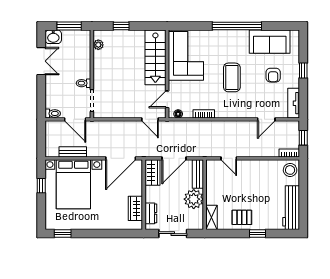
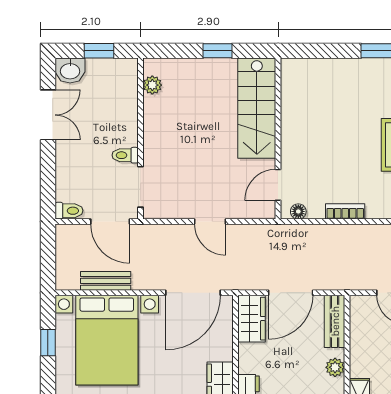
window: (69, 26) -> (99, 51), width x0.67
window: (121, 26) -> (218, 51), moved
corner sofa: (186, 56) -> (312, 105), removed
door: (150, 119) -> (210, 222), moved
plant: (194, 199) -> (335, 367), width x0.53, depth x0.53

